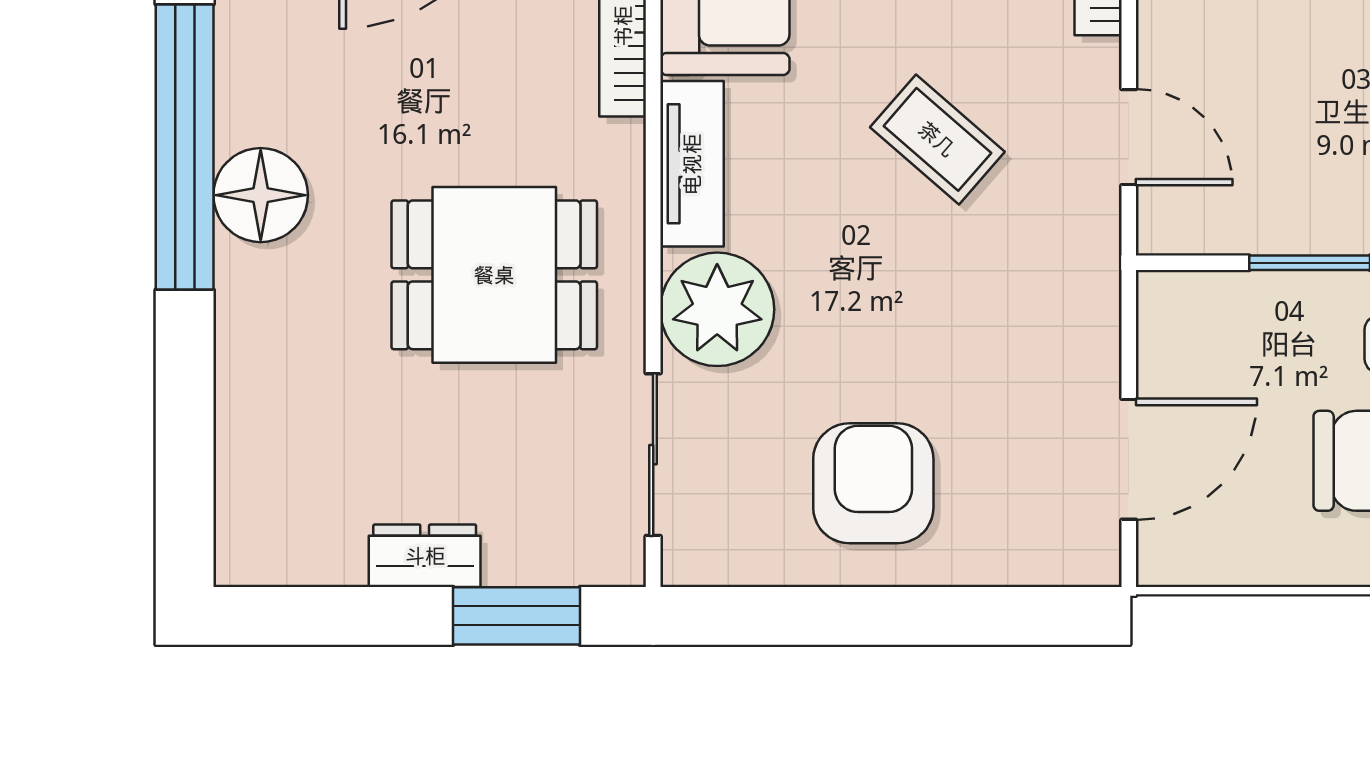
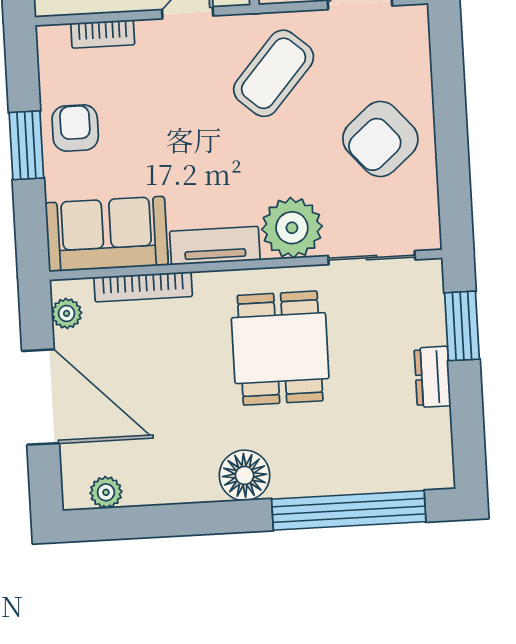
coffee table: (937, 139) -> (274, 73), moved, width x1.36, depth x1.30
window: (185, 147) -> (349, 510), moved
armchair: (873, 483) -> (380, 139), turned -41

